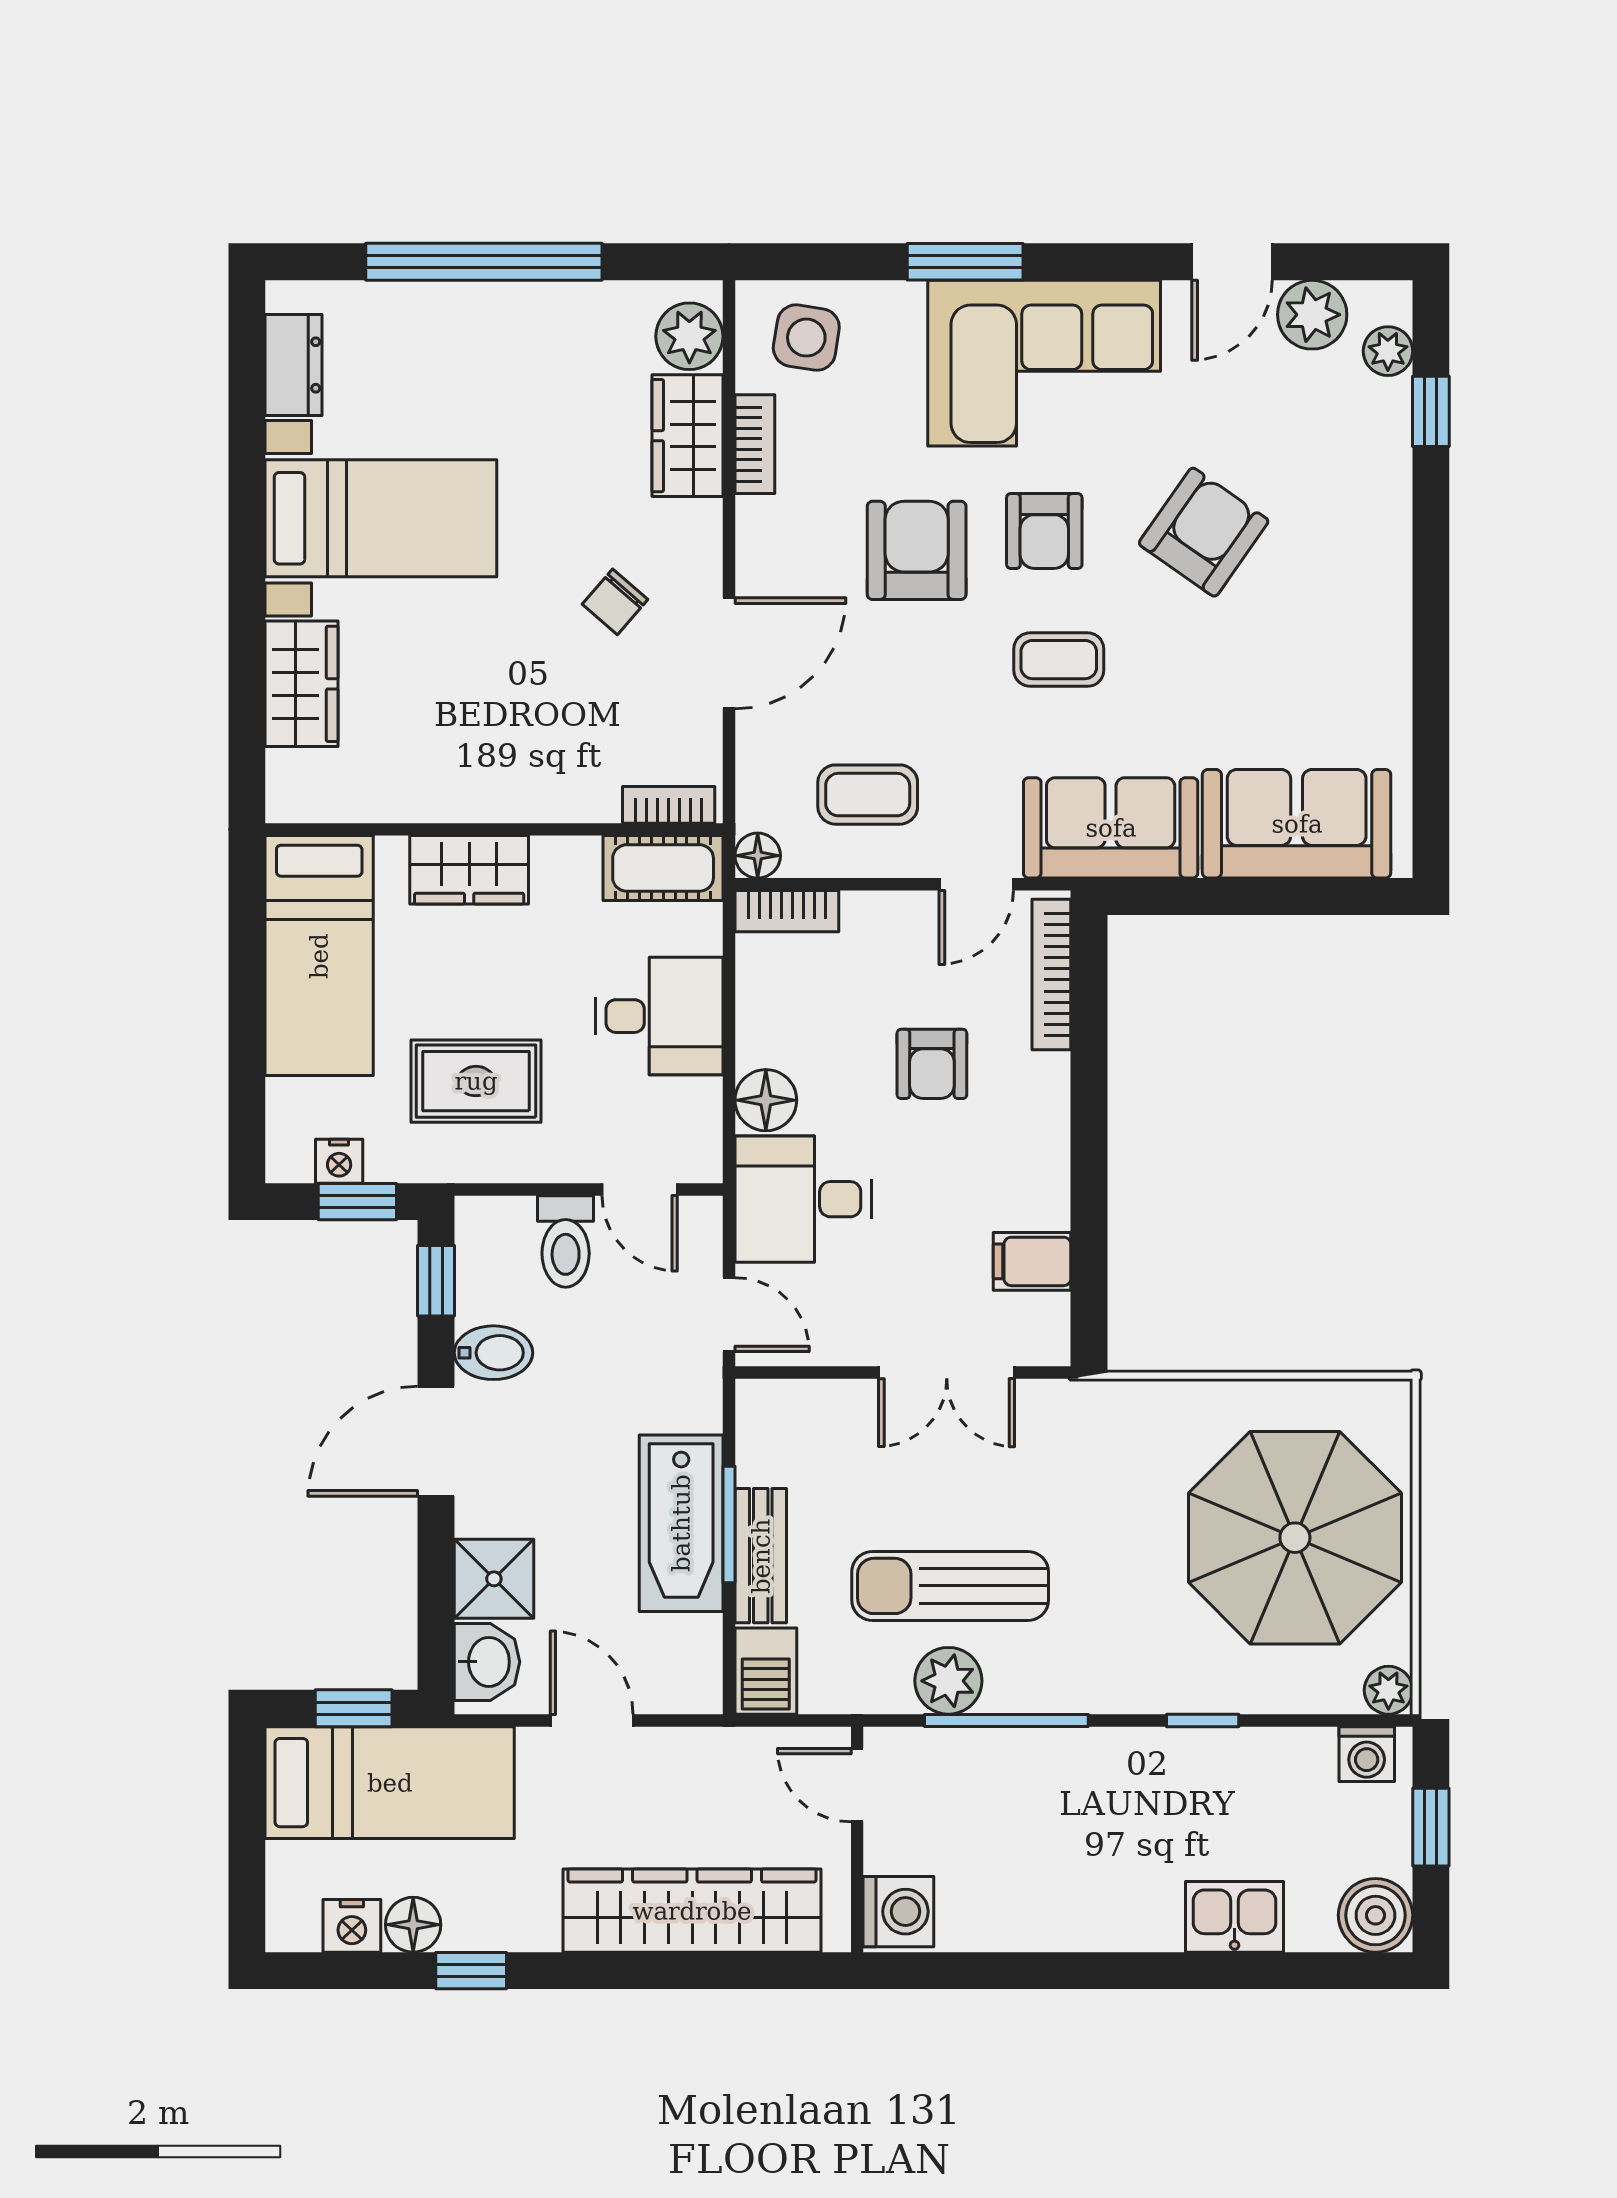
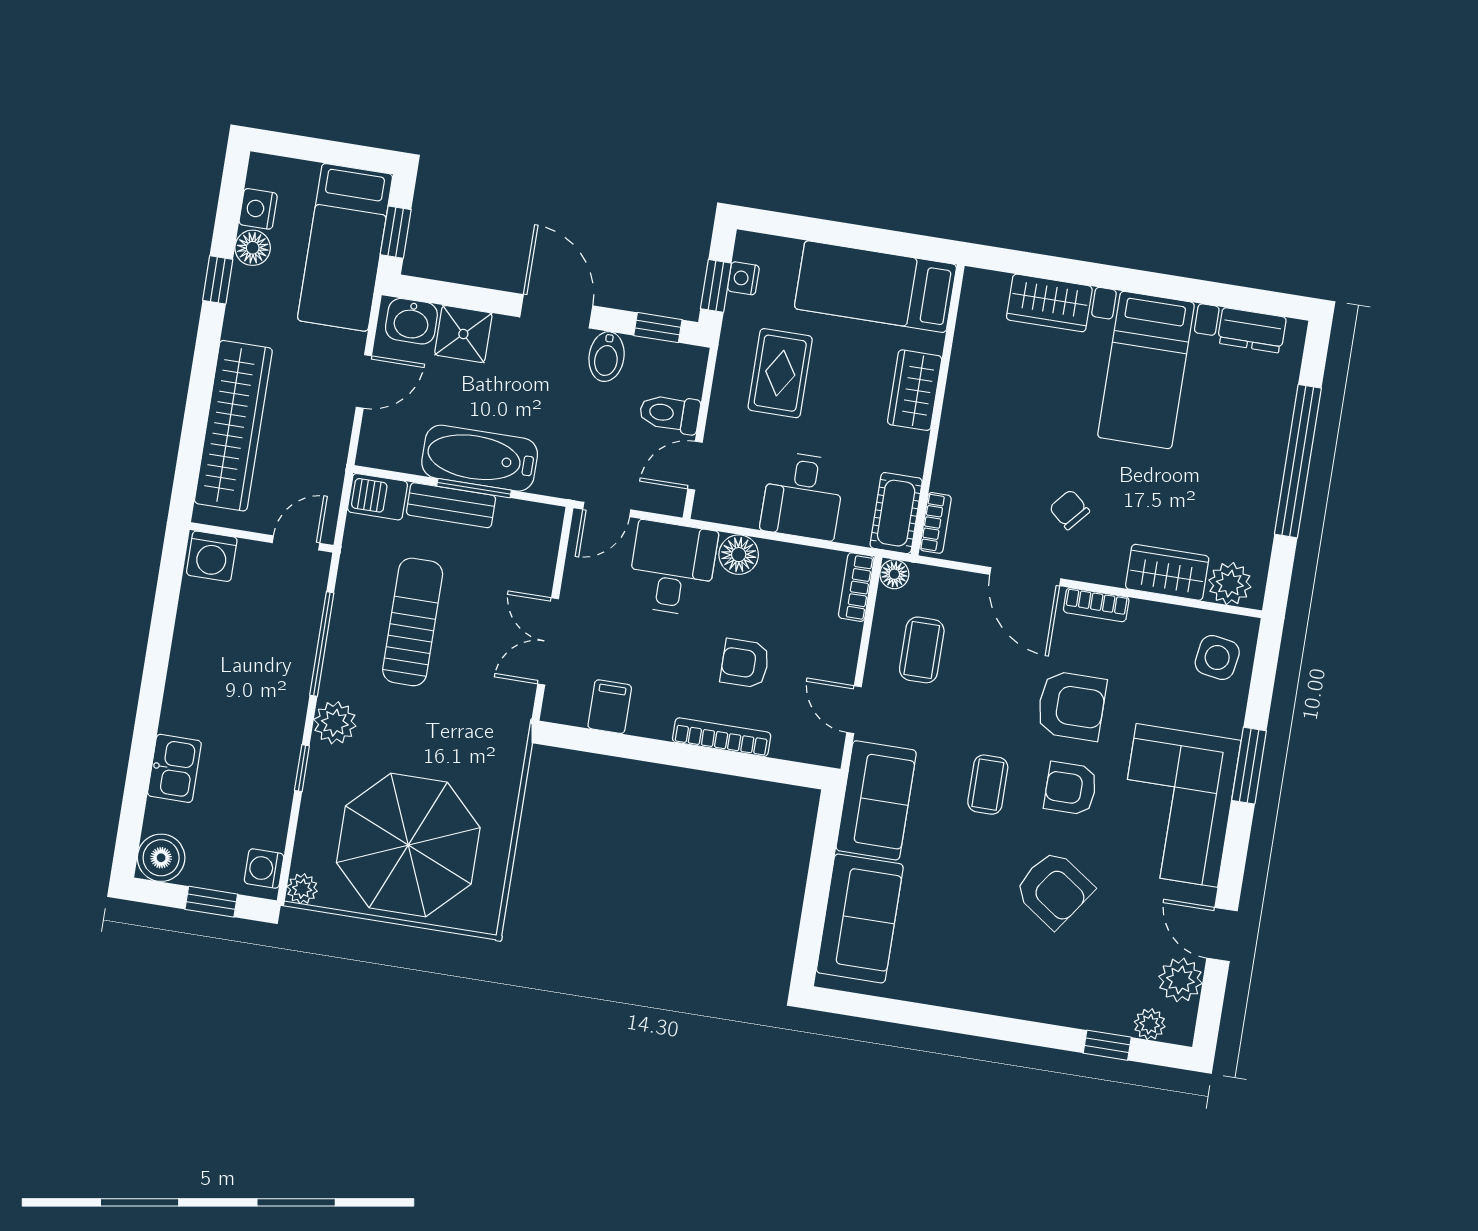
bookcase: (755, 444) -> (1096, 605), moved
bookcase: (1051, 974) -> (722, 737), moved
plant: (948, 1681) -> (335, 723), moved

